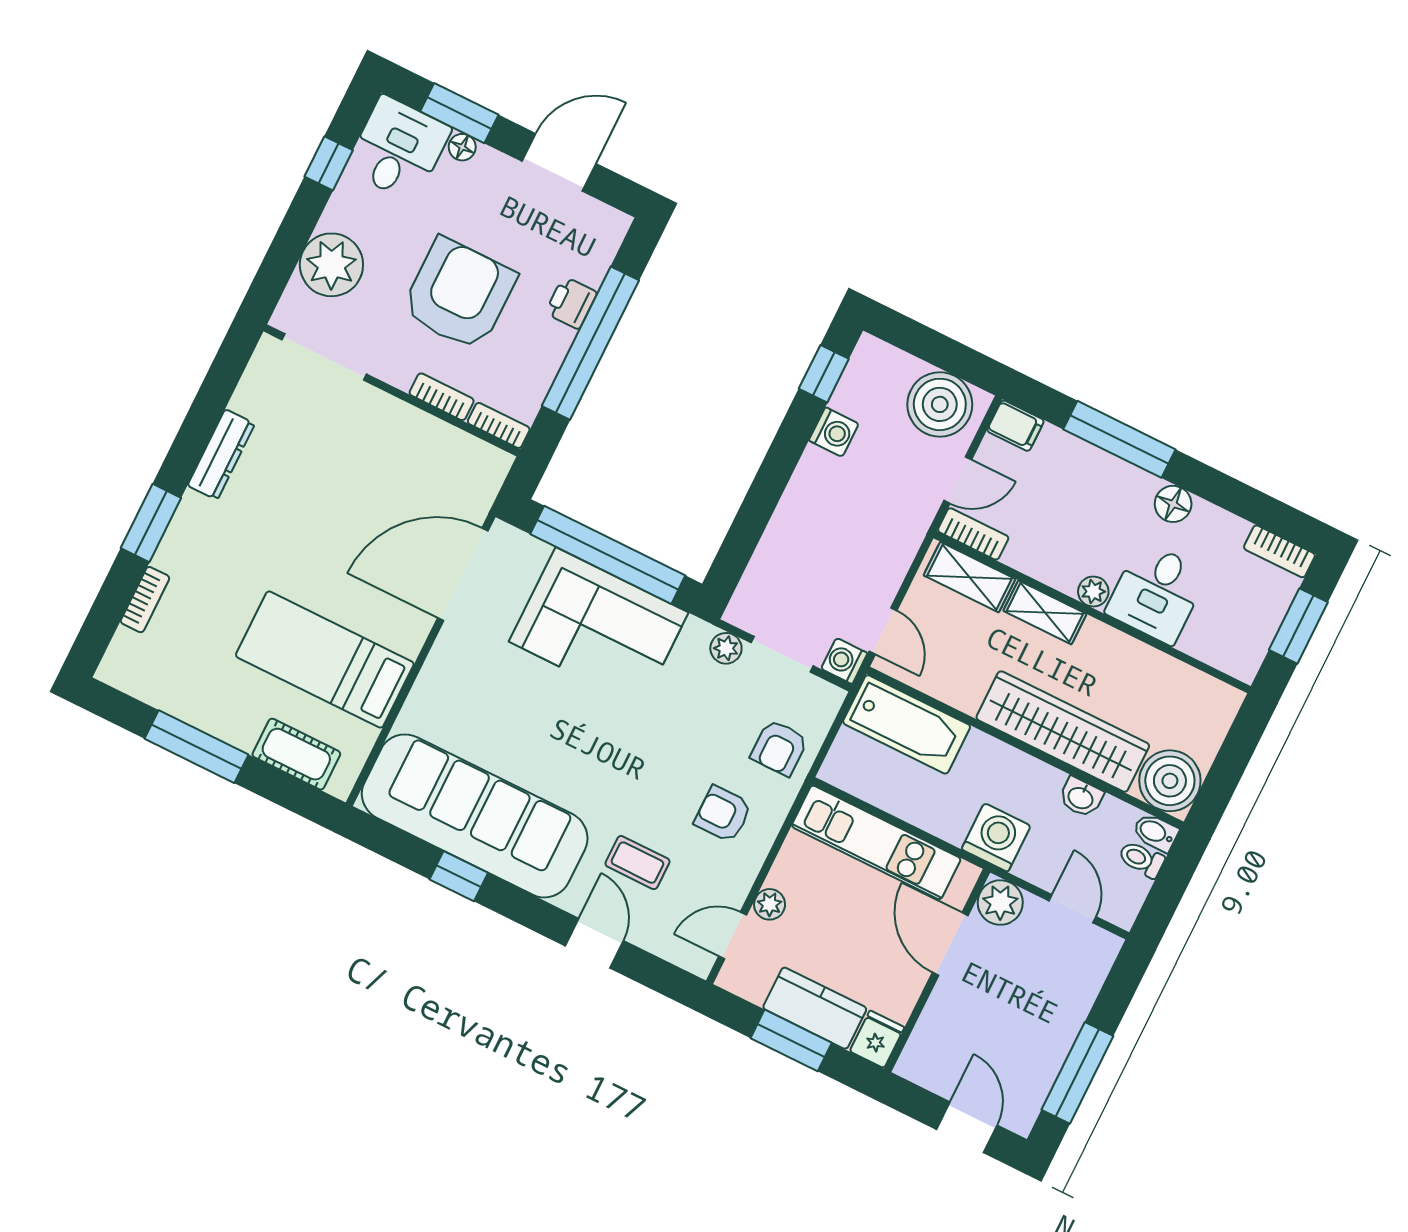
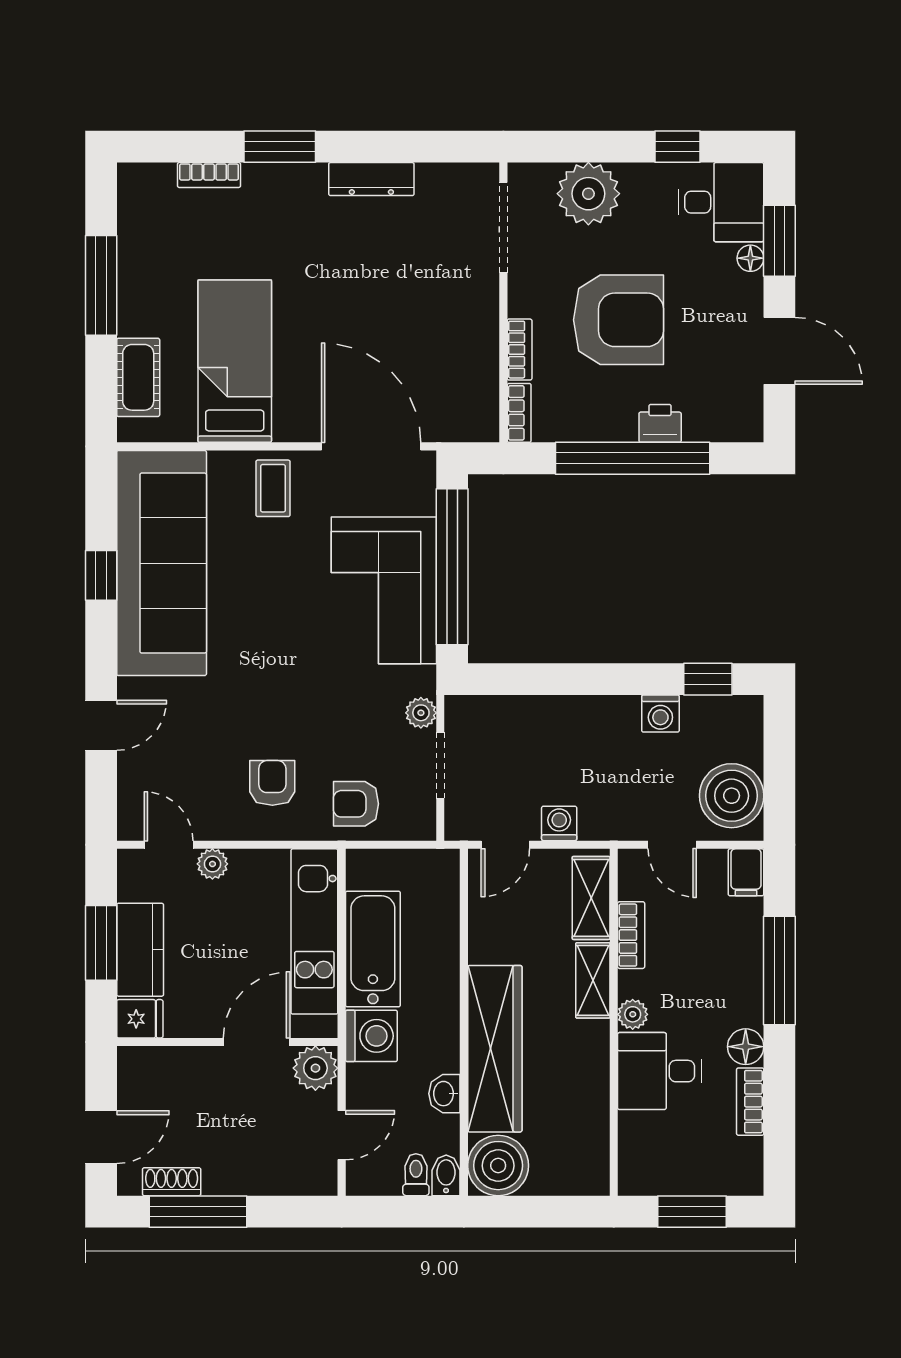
bookcase: (973, 534) -> (631, 935), moved
bookcase: (1279, 551) -> (750, 1102), moved
washing machine: (844, 661) -> (559, 823), moved
bathtub: (907, 724) -> (373, 949), moved, turned 180
coffee table: (637, 863) -> (273, 488), moved
shoe rack: (1039, 1083) -> (172, 1182), added

